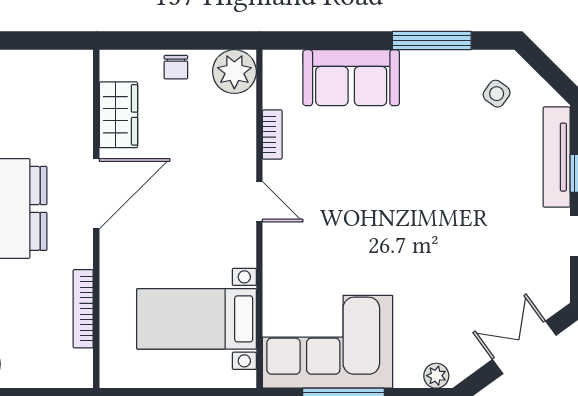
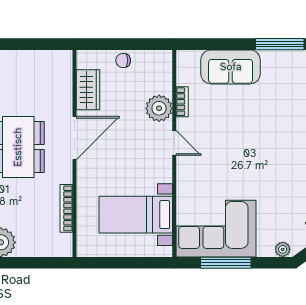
chair: (176, 67) -> (123, 60), turned 90
plant: (234, 72) -> (159, 108), moved

